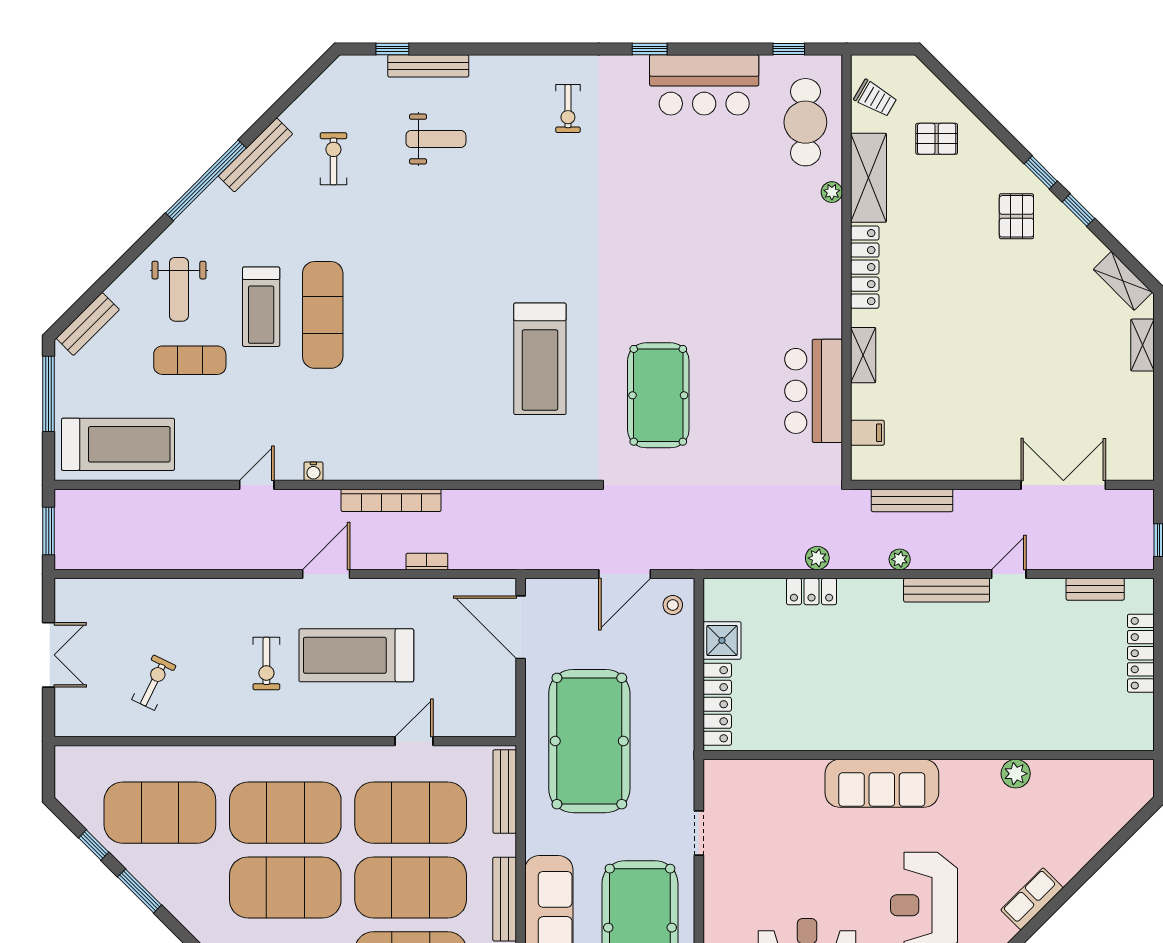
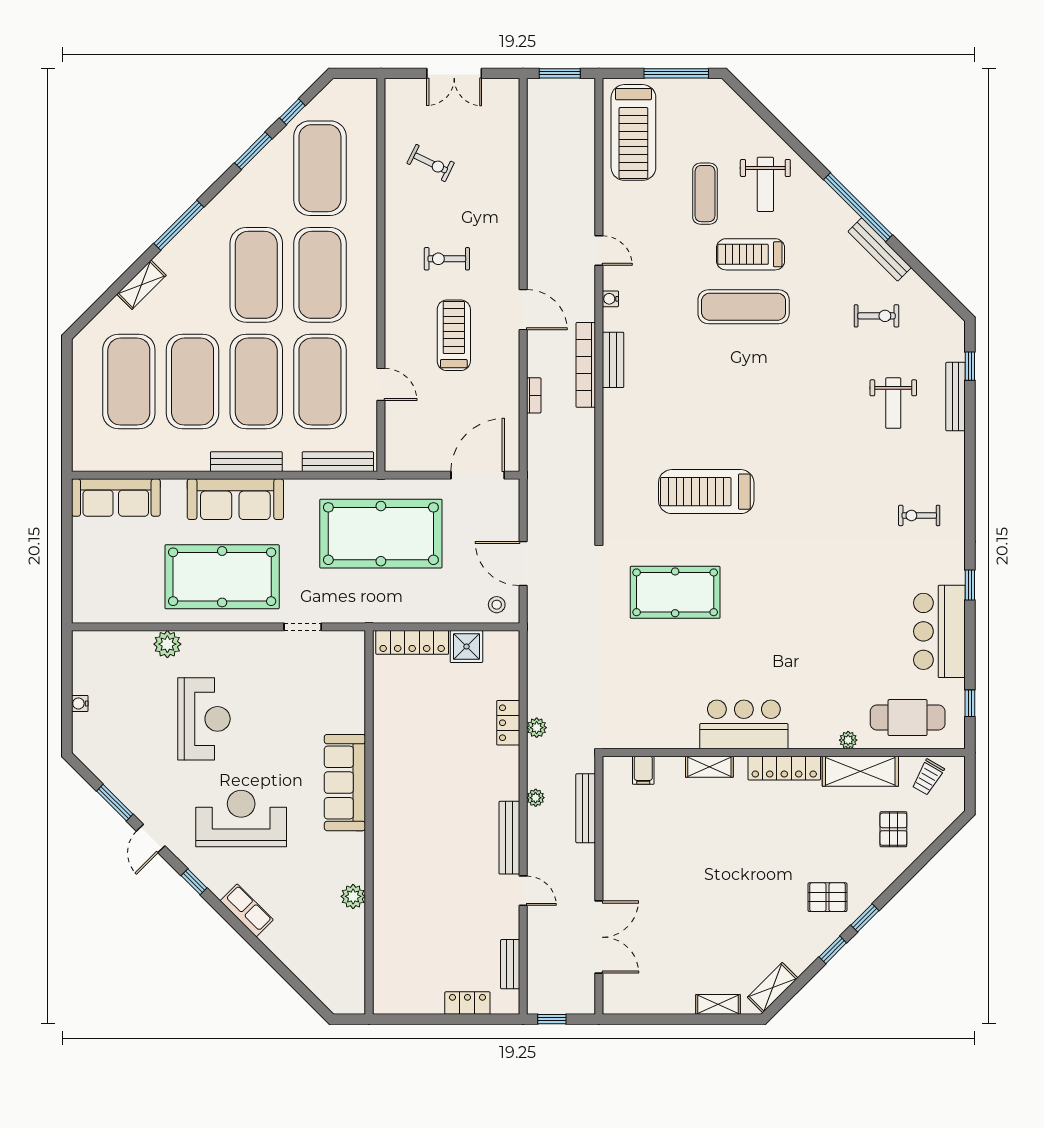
weight bench: (179, 289) -> (765, 184), turned -90
bench: (88, 324) -> (613, 360), moved, turned 45
bar counter: (814, 391) -> (744, 724), moved
locker: (1141, 653) -> (467, 1003), width x0.66
treadmill: (356, 655) -> (454, 335), width x0.73, depth x0.73

